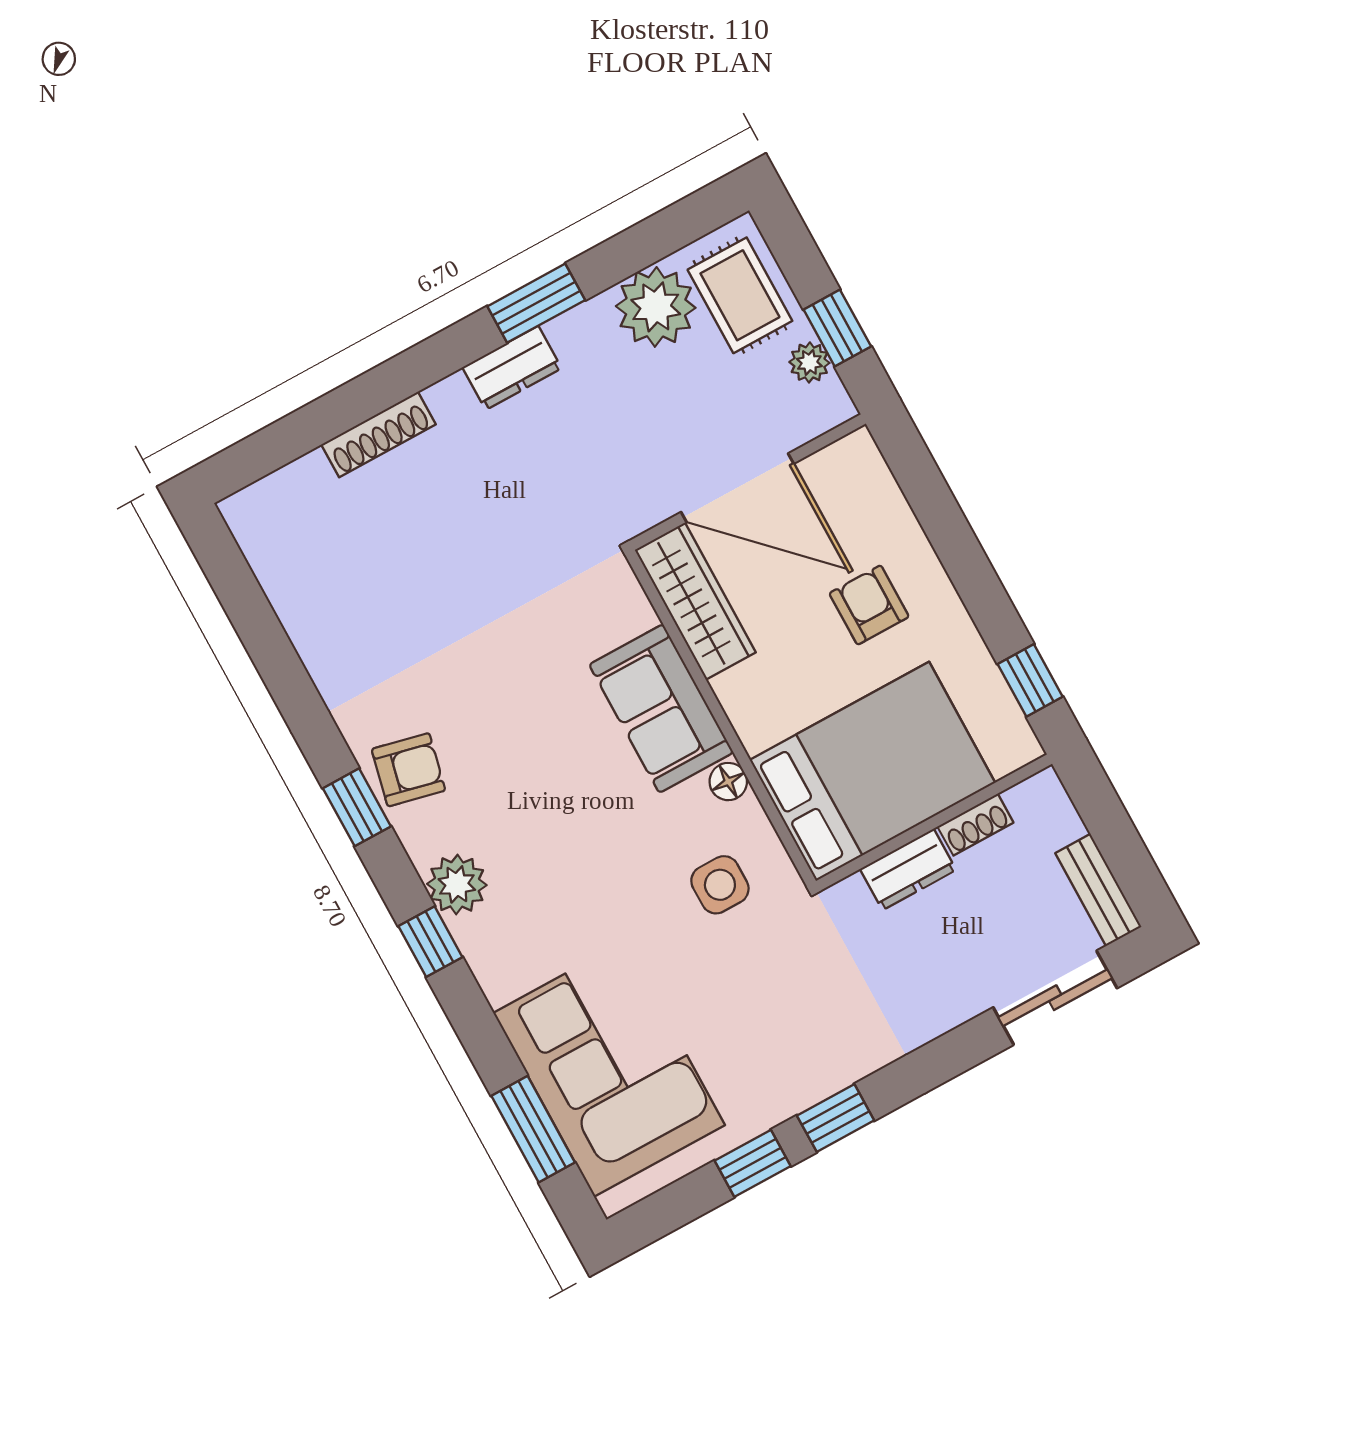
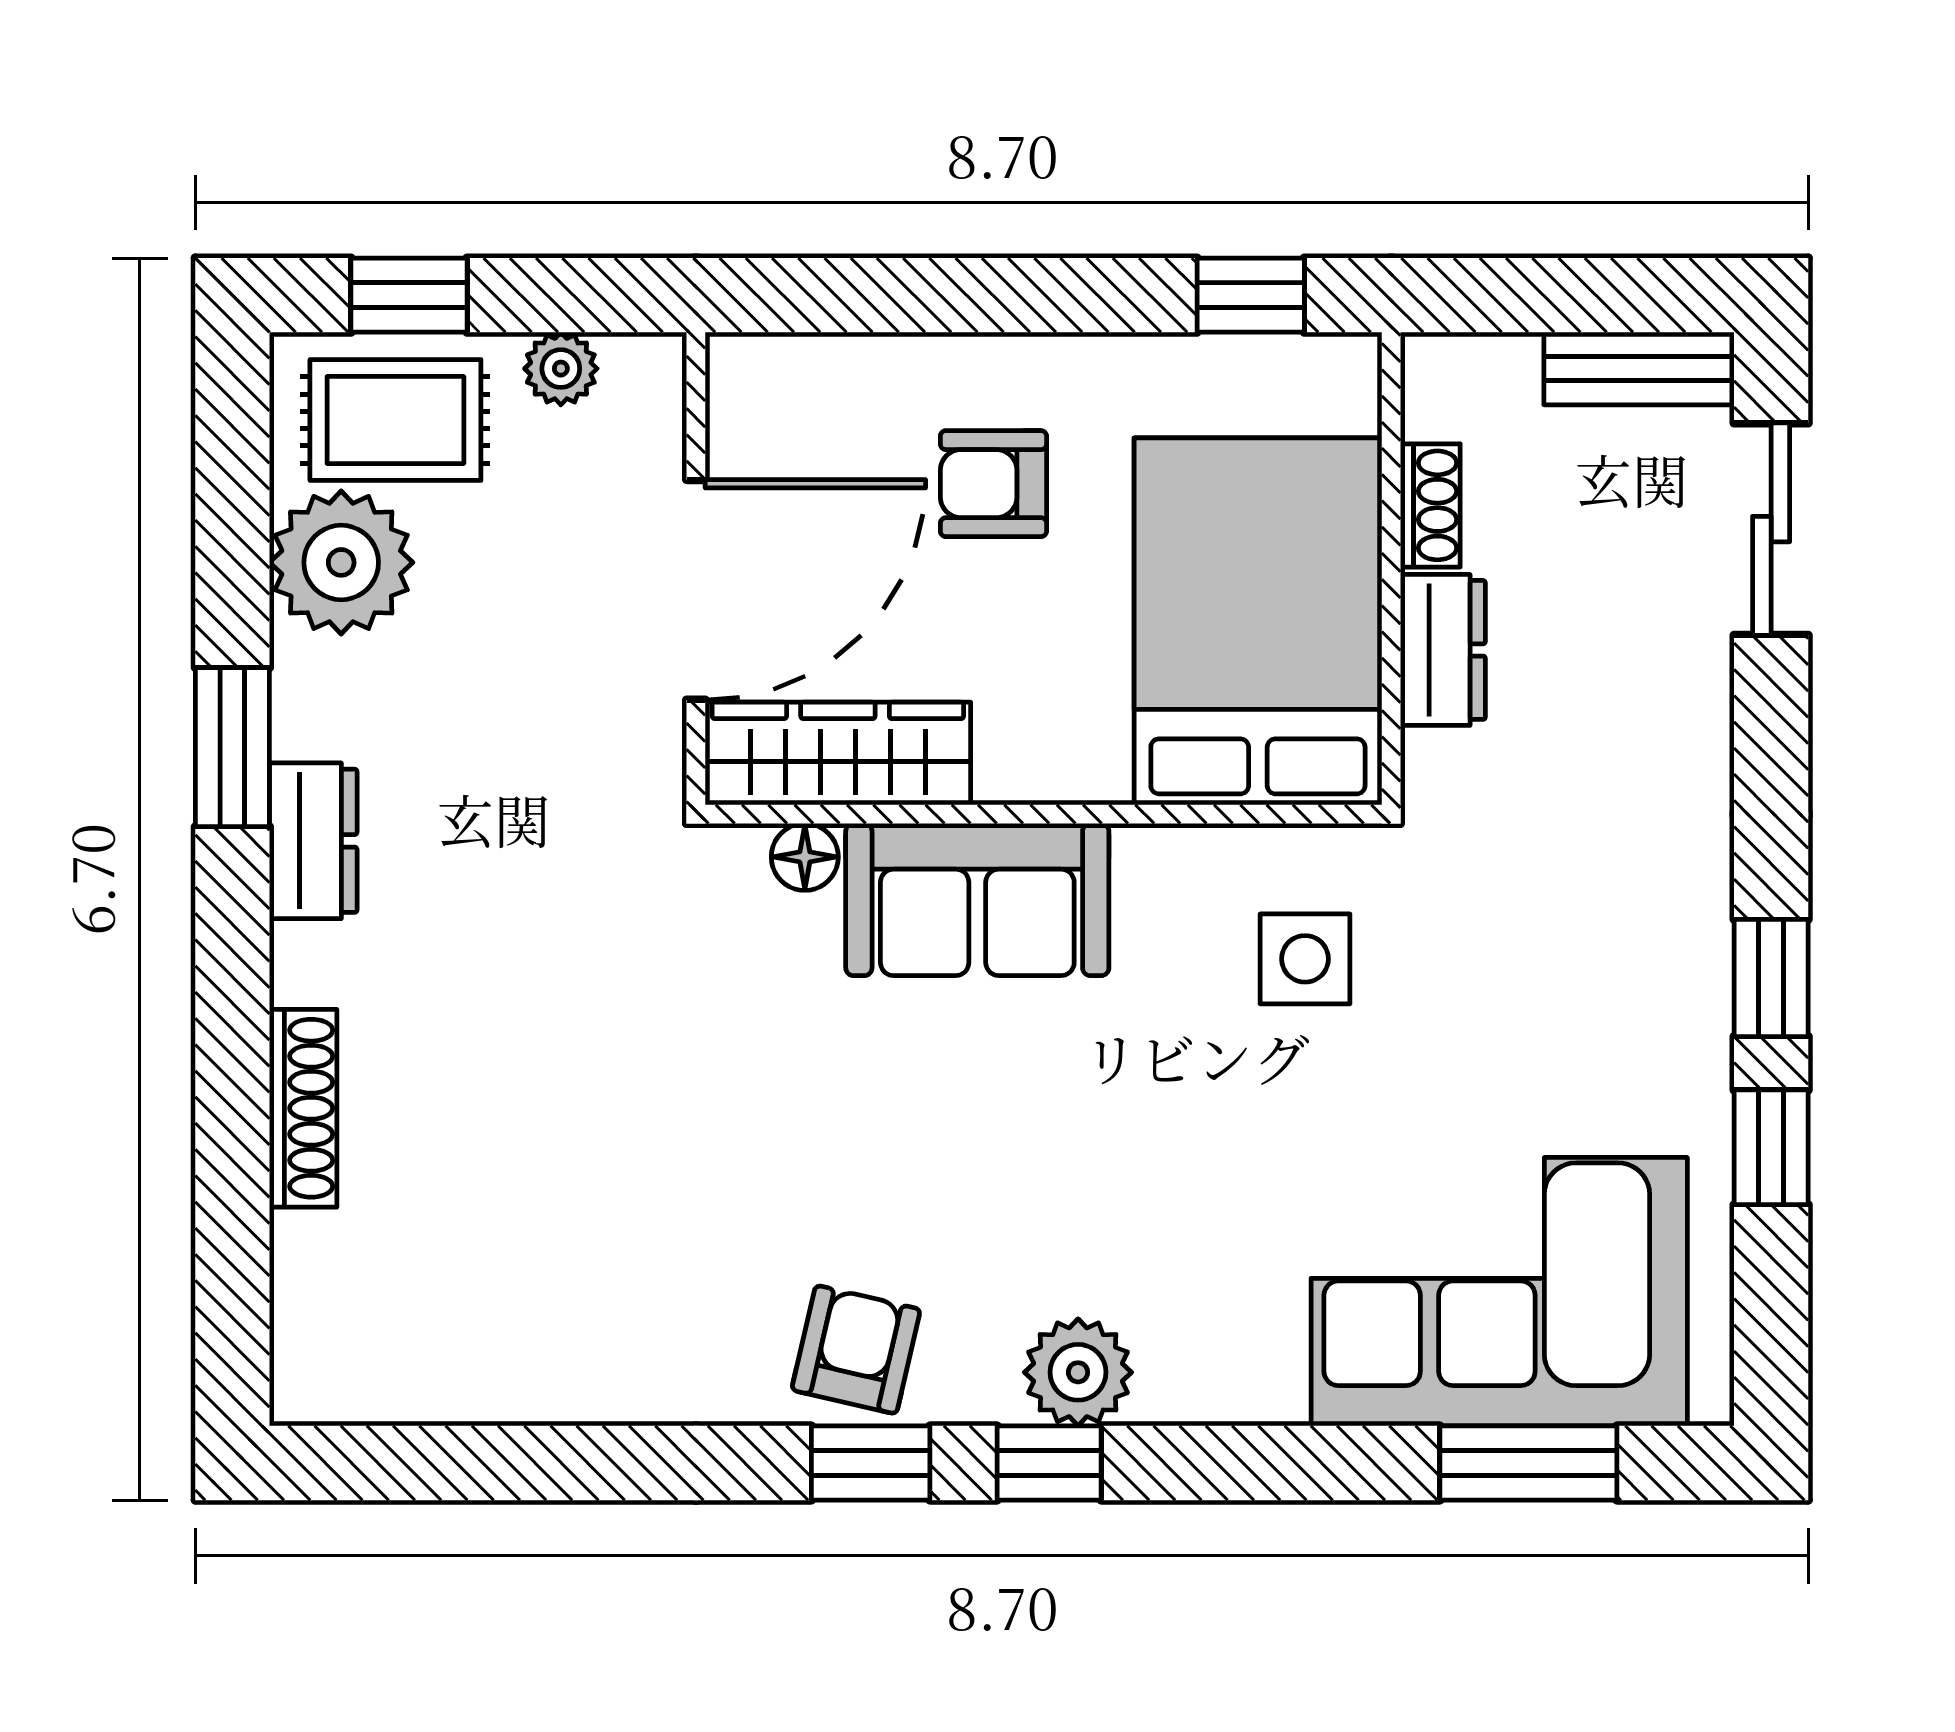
window: (837, 328) -> (409, 295), moved
floor lamp: (728, 782) -> (805, 857), moved
window: (430, 942) -> (1049, 1463), moved

